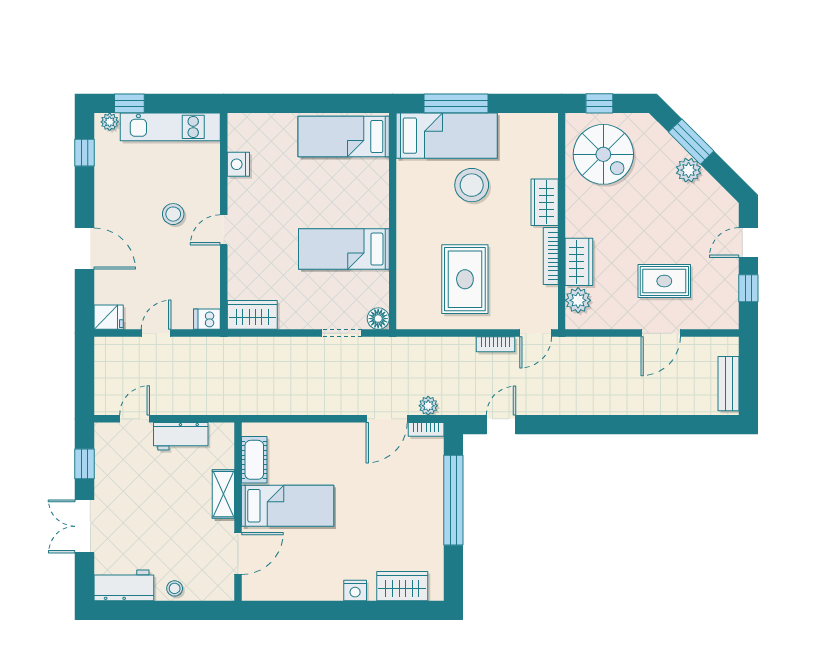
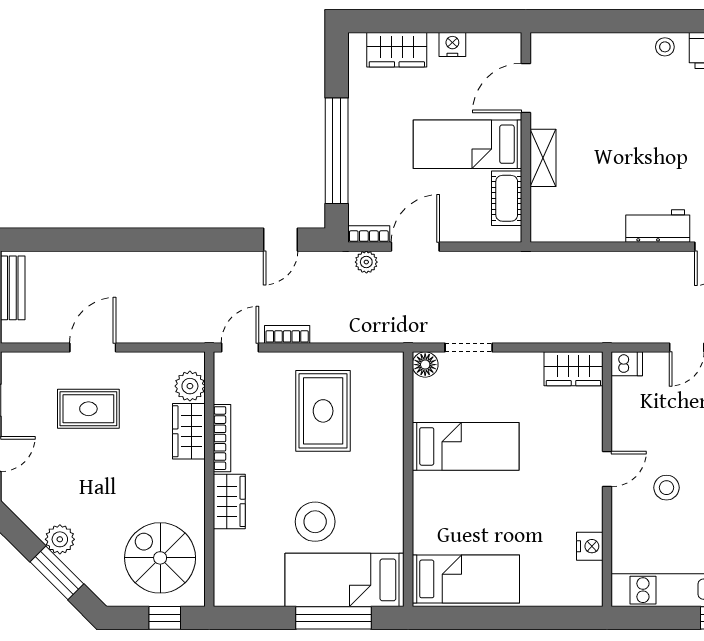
cot: (254, 460) -> (507, 198), moved
shelving: (223, 494) -> (543, 158), moved
bed: (288, 506) -> (467, 144), moved
wall: (238, 512) -> (526, 137), moved
door: (238, 553) -> (526, 88), moved

